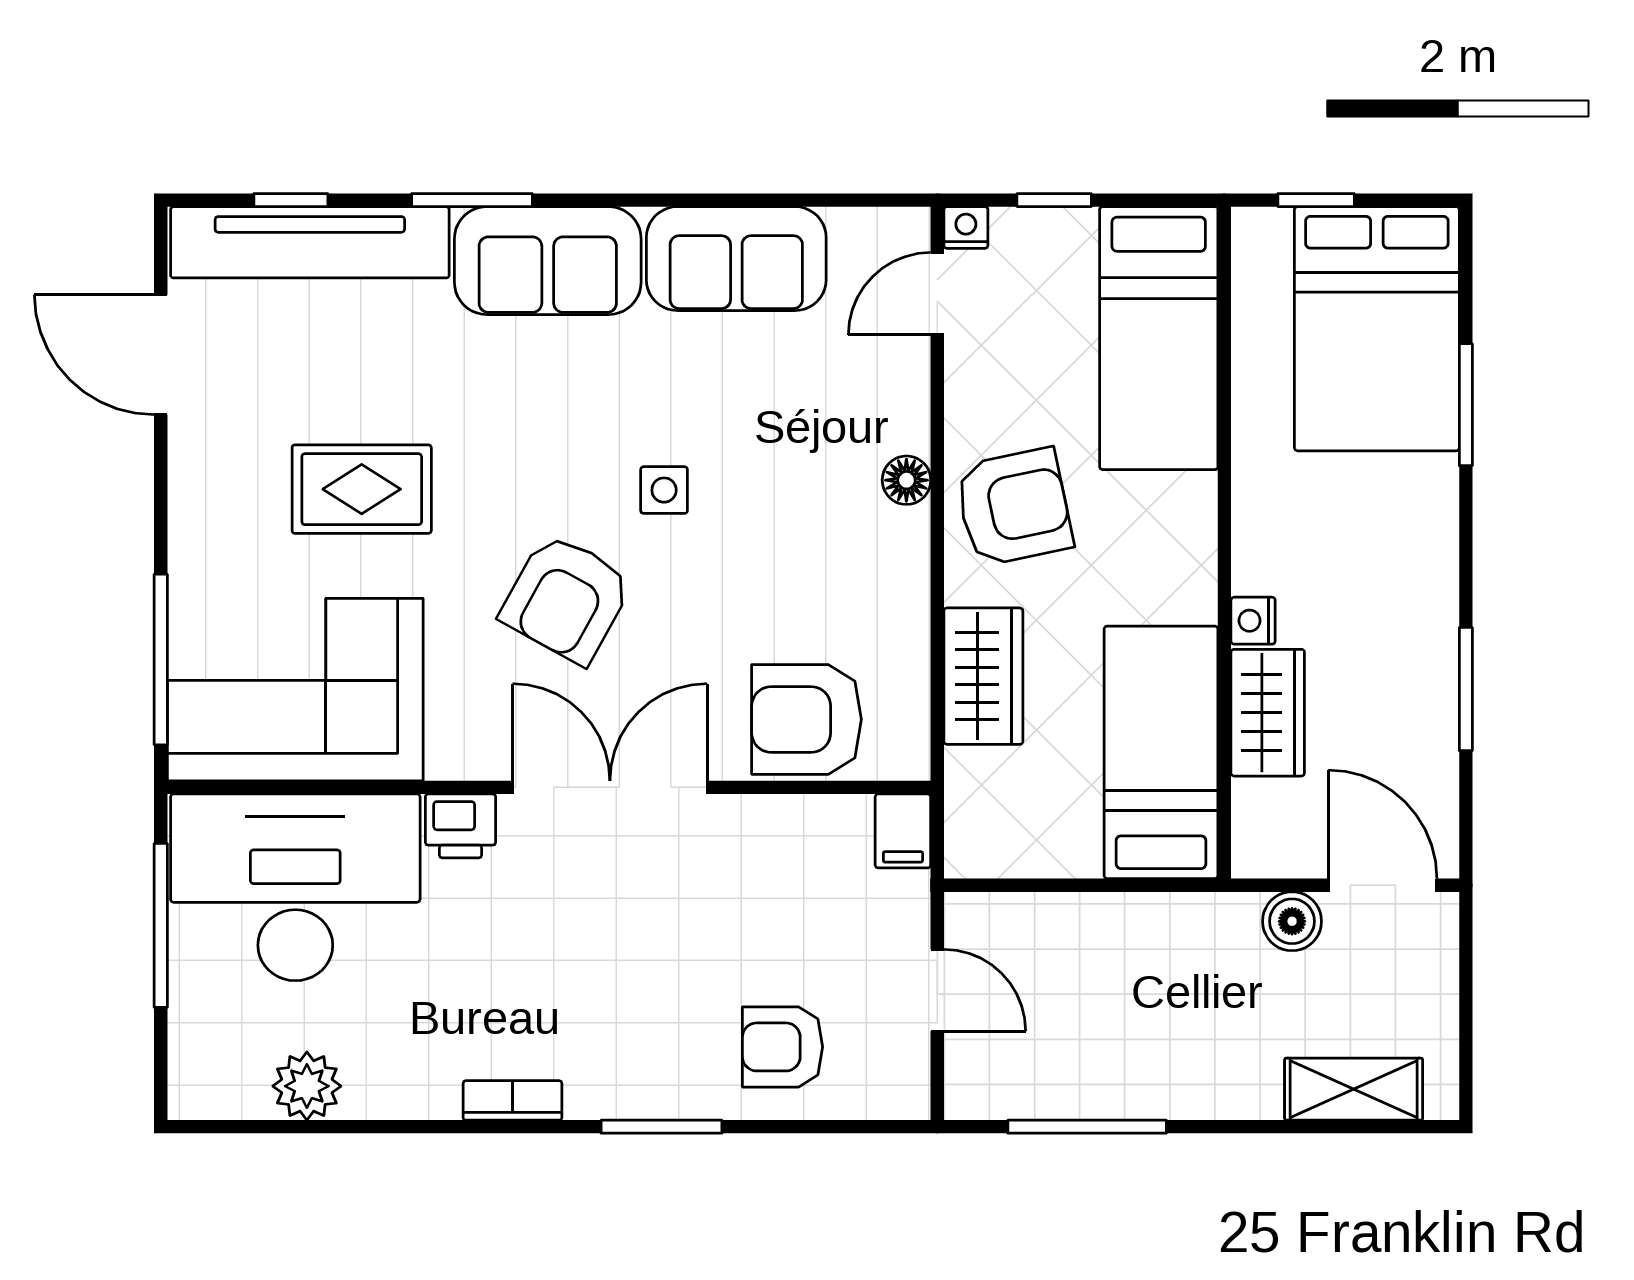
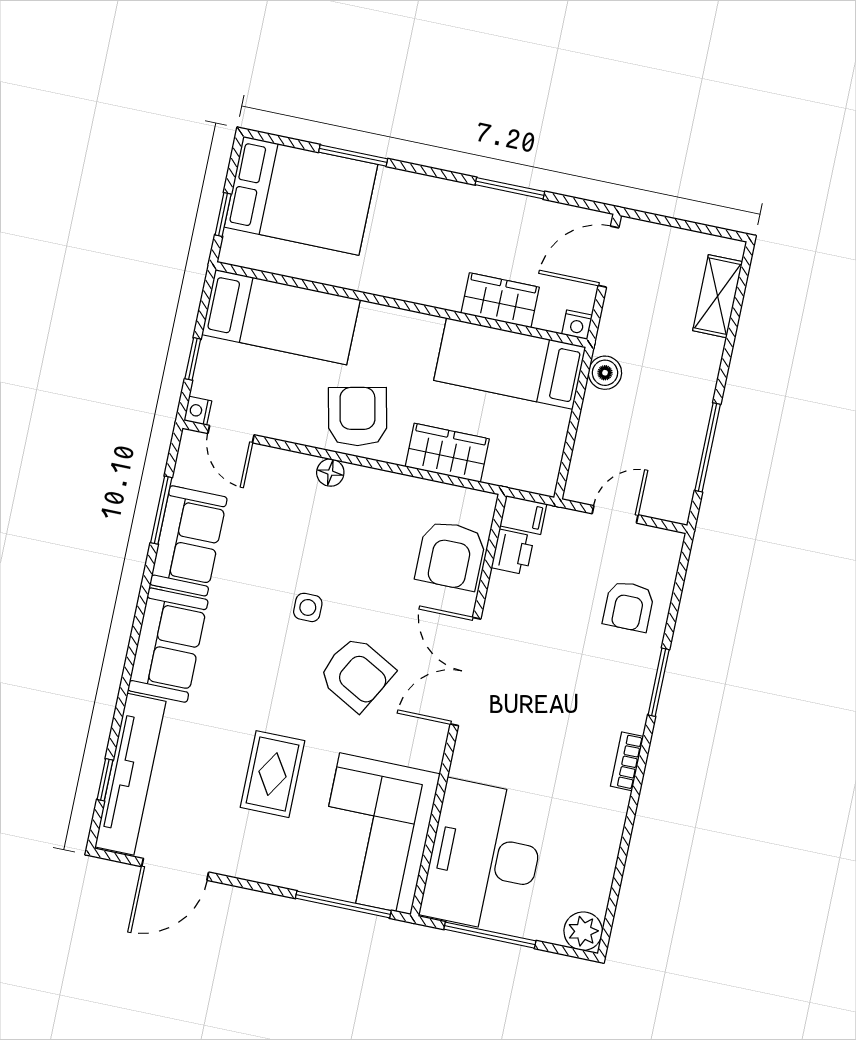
window: (472, 200) -> (161, 510), moved
nightstand: (1253, 621) -> (577, 325), moved
printer: (460, 826) -> (513, 552), moved
boiler: (1292, 921) -> (605, 373), moved
plant: (307, 1086) -> (583, 931), moved

